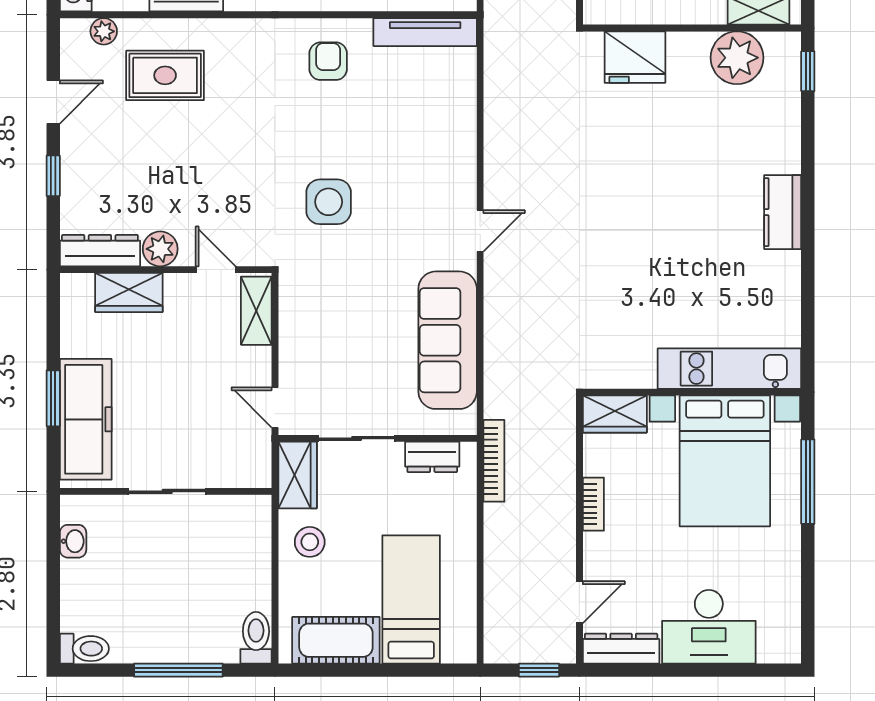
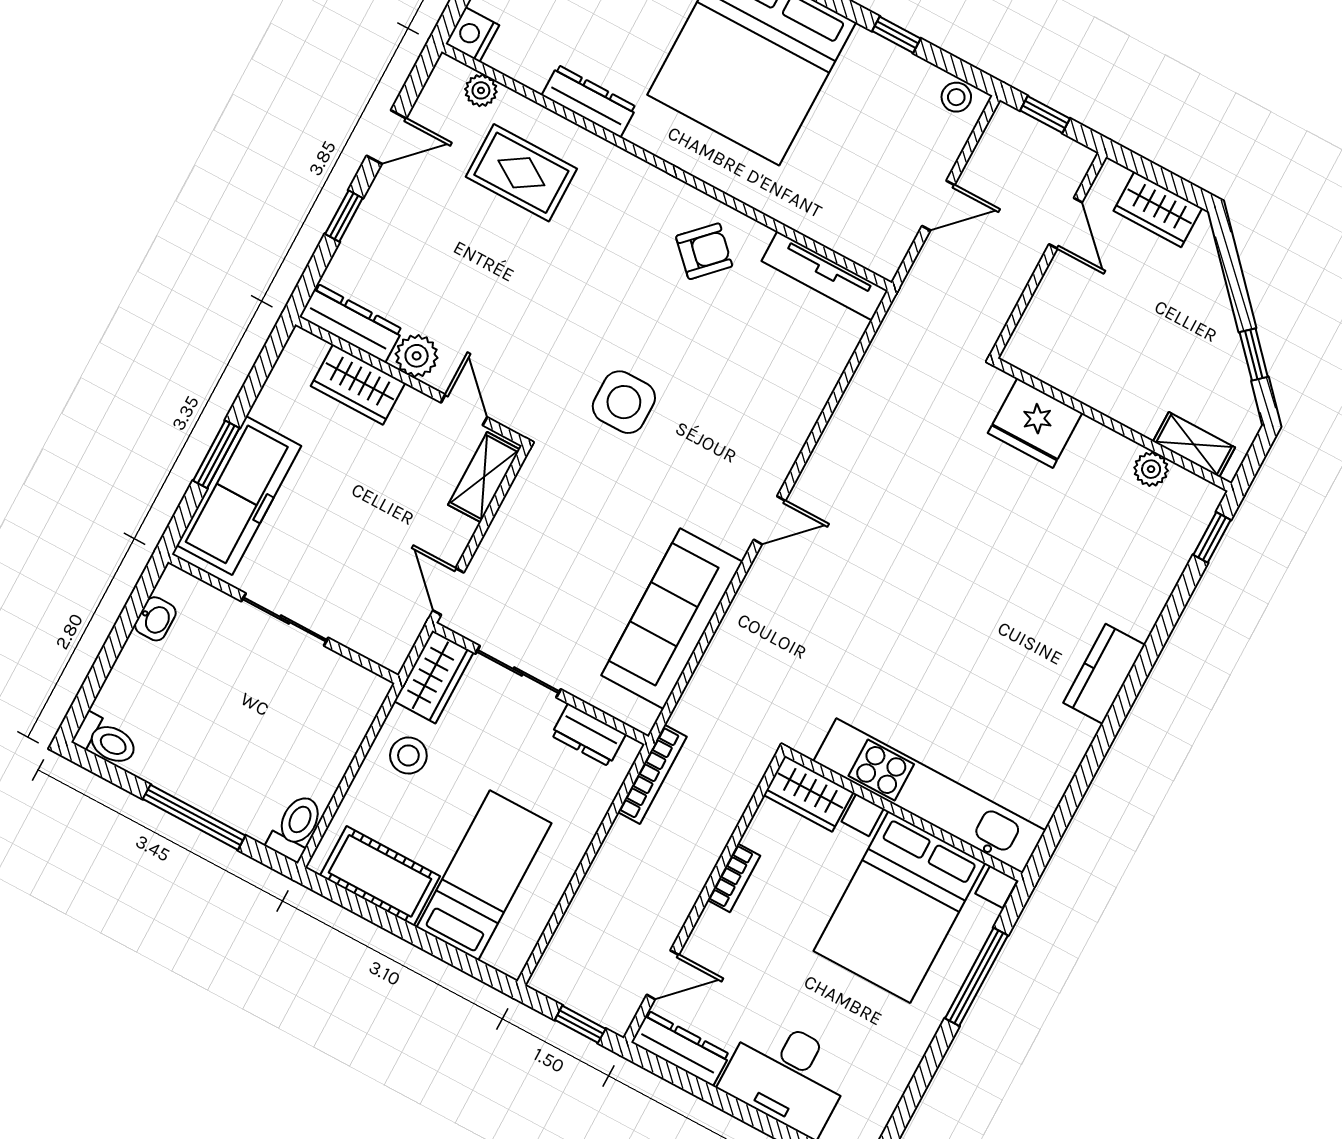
plant: (737, 58) -> (1151, 469), width x0.53, depth x0.53
armchair: (328, 61) -> (704, 251), turned 45
kitchen unit: (729, 369) -> (929, 796), width x1.36

